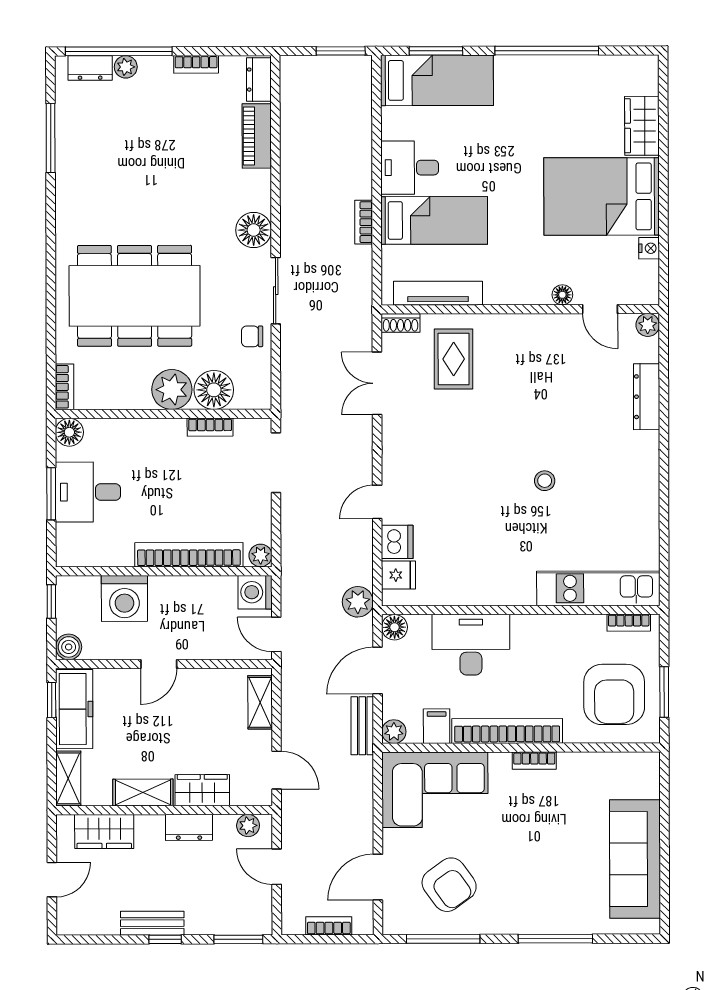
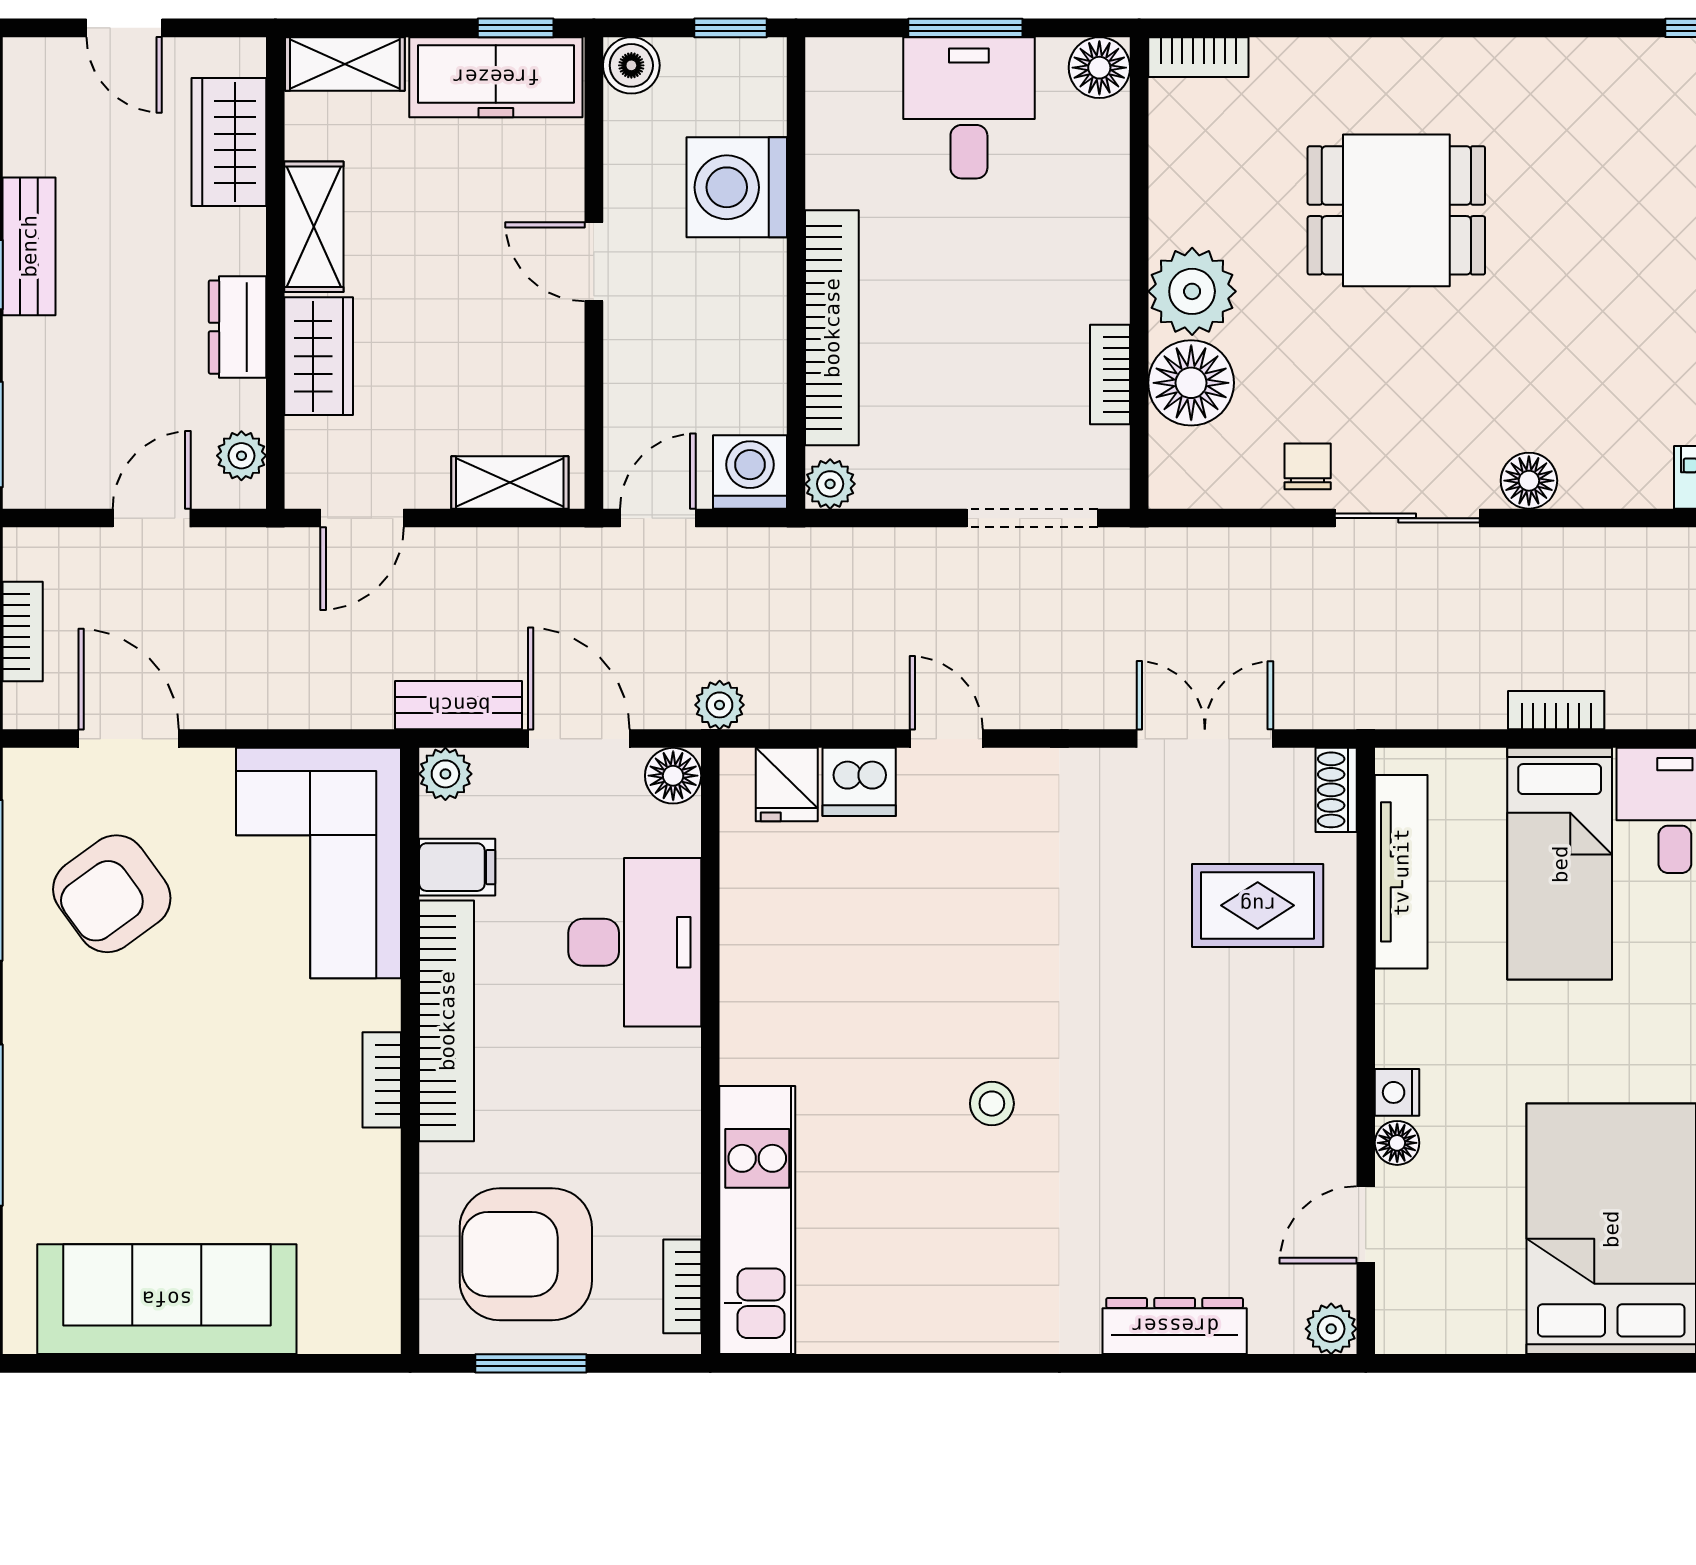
floor lamp: (254, 230) -> (1529, 481), width x0.73, depth x0.73
nightstand: (649, 248) -> (1397, 1092), moved, turned 90
dining table: (135, 296) -> (1396, 210), width x0.53, depth x0.80
plant: (358, 602) -> (720, 705), width x0.73, depth x0.73

